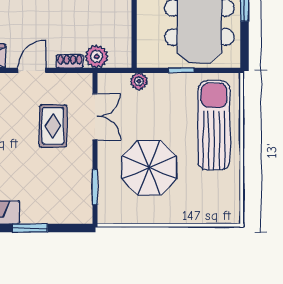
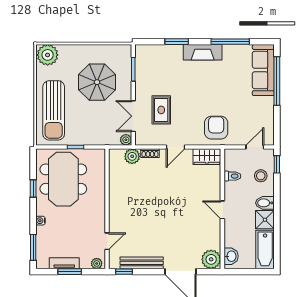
plant: (139, 81) -> (126, 140), moved
plant: (223, 208) -> (48, 55), added

